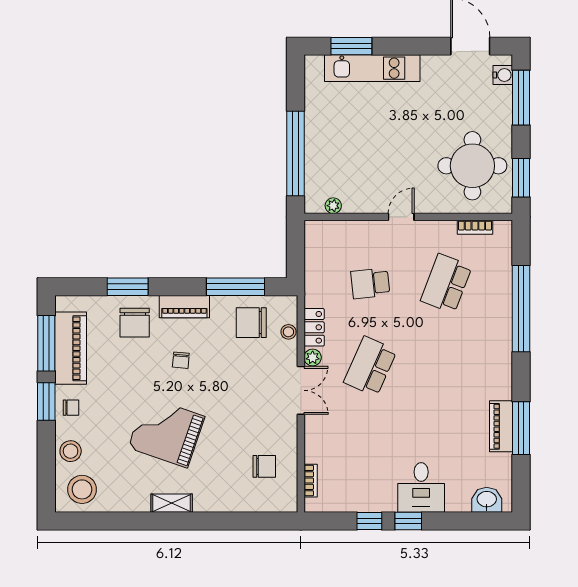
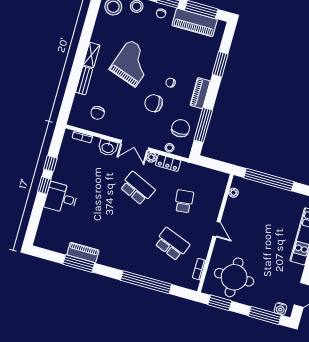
chair: (135, 323) -> (154, 103), moved
washbasin: (487, 500) -> (108, 148), moved, turned 90
bench: (217, 504) -> (84, 81), added

